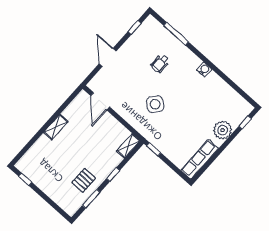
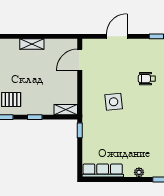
side table: (155, 104) -> (114, 102), turned 45
plant: (223, 130) -> (139, 172), width x0.53, depth x0.53

